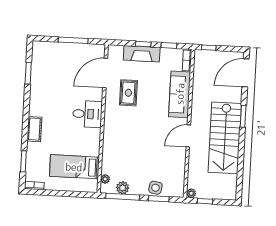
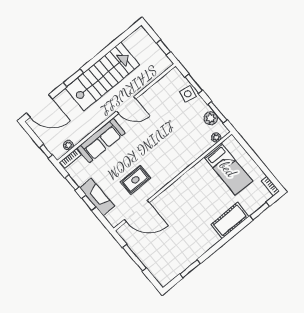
desk: (87, 114) -> (180, 196), removed
cot: (34, 129) -> (230, 220), width x1.37, depth x1.34
plant: (191, 193) -> (68, 145), moved
window: (123, 197) -> (217, 112), width x0.69

